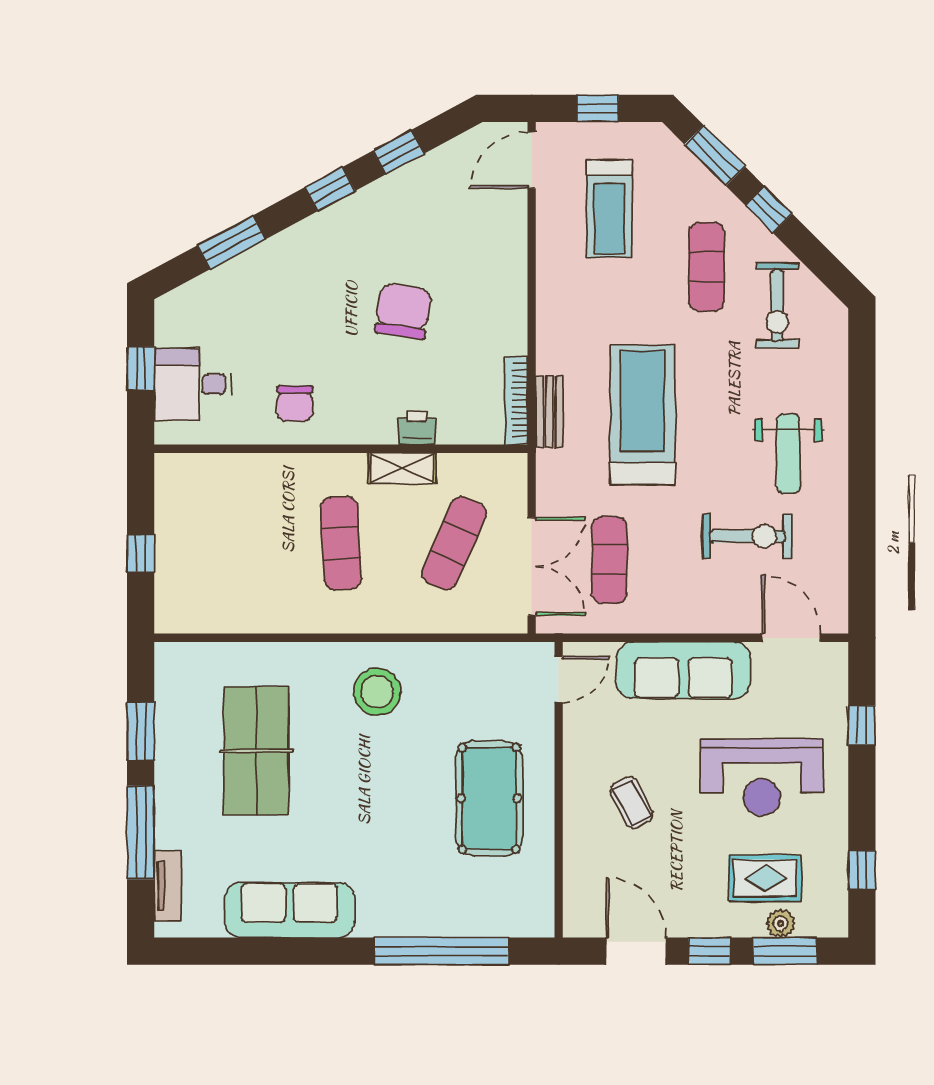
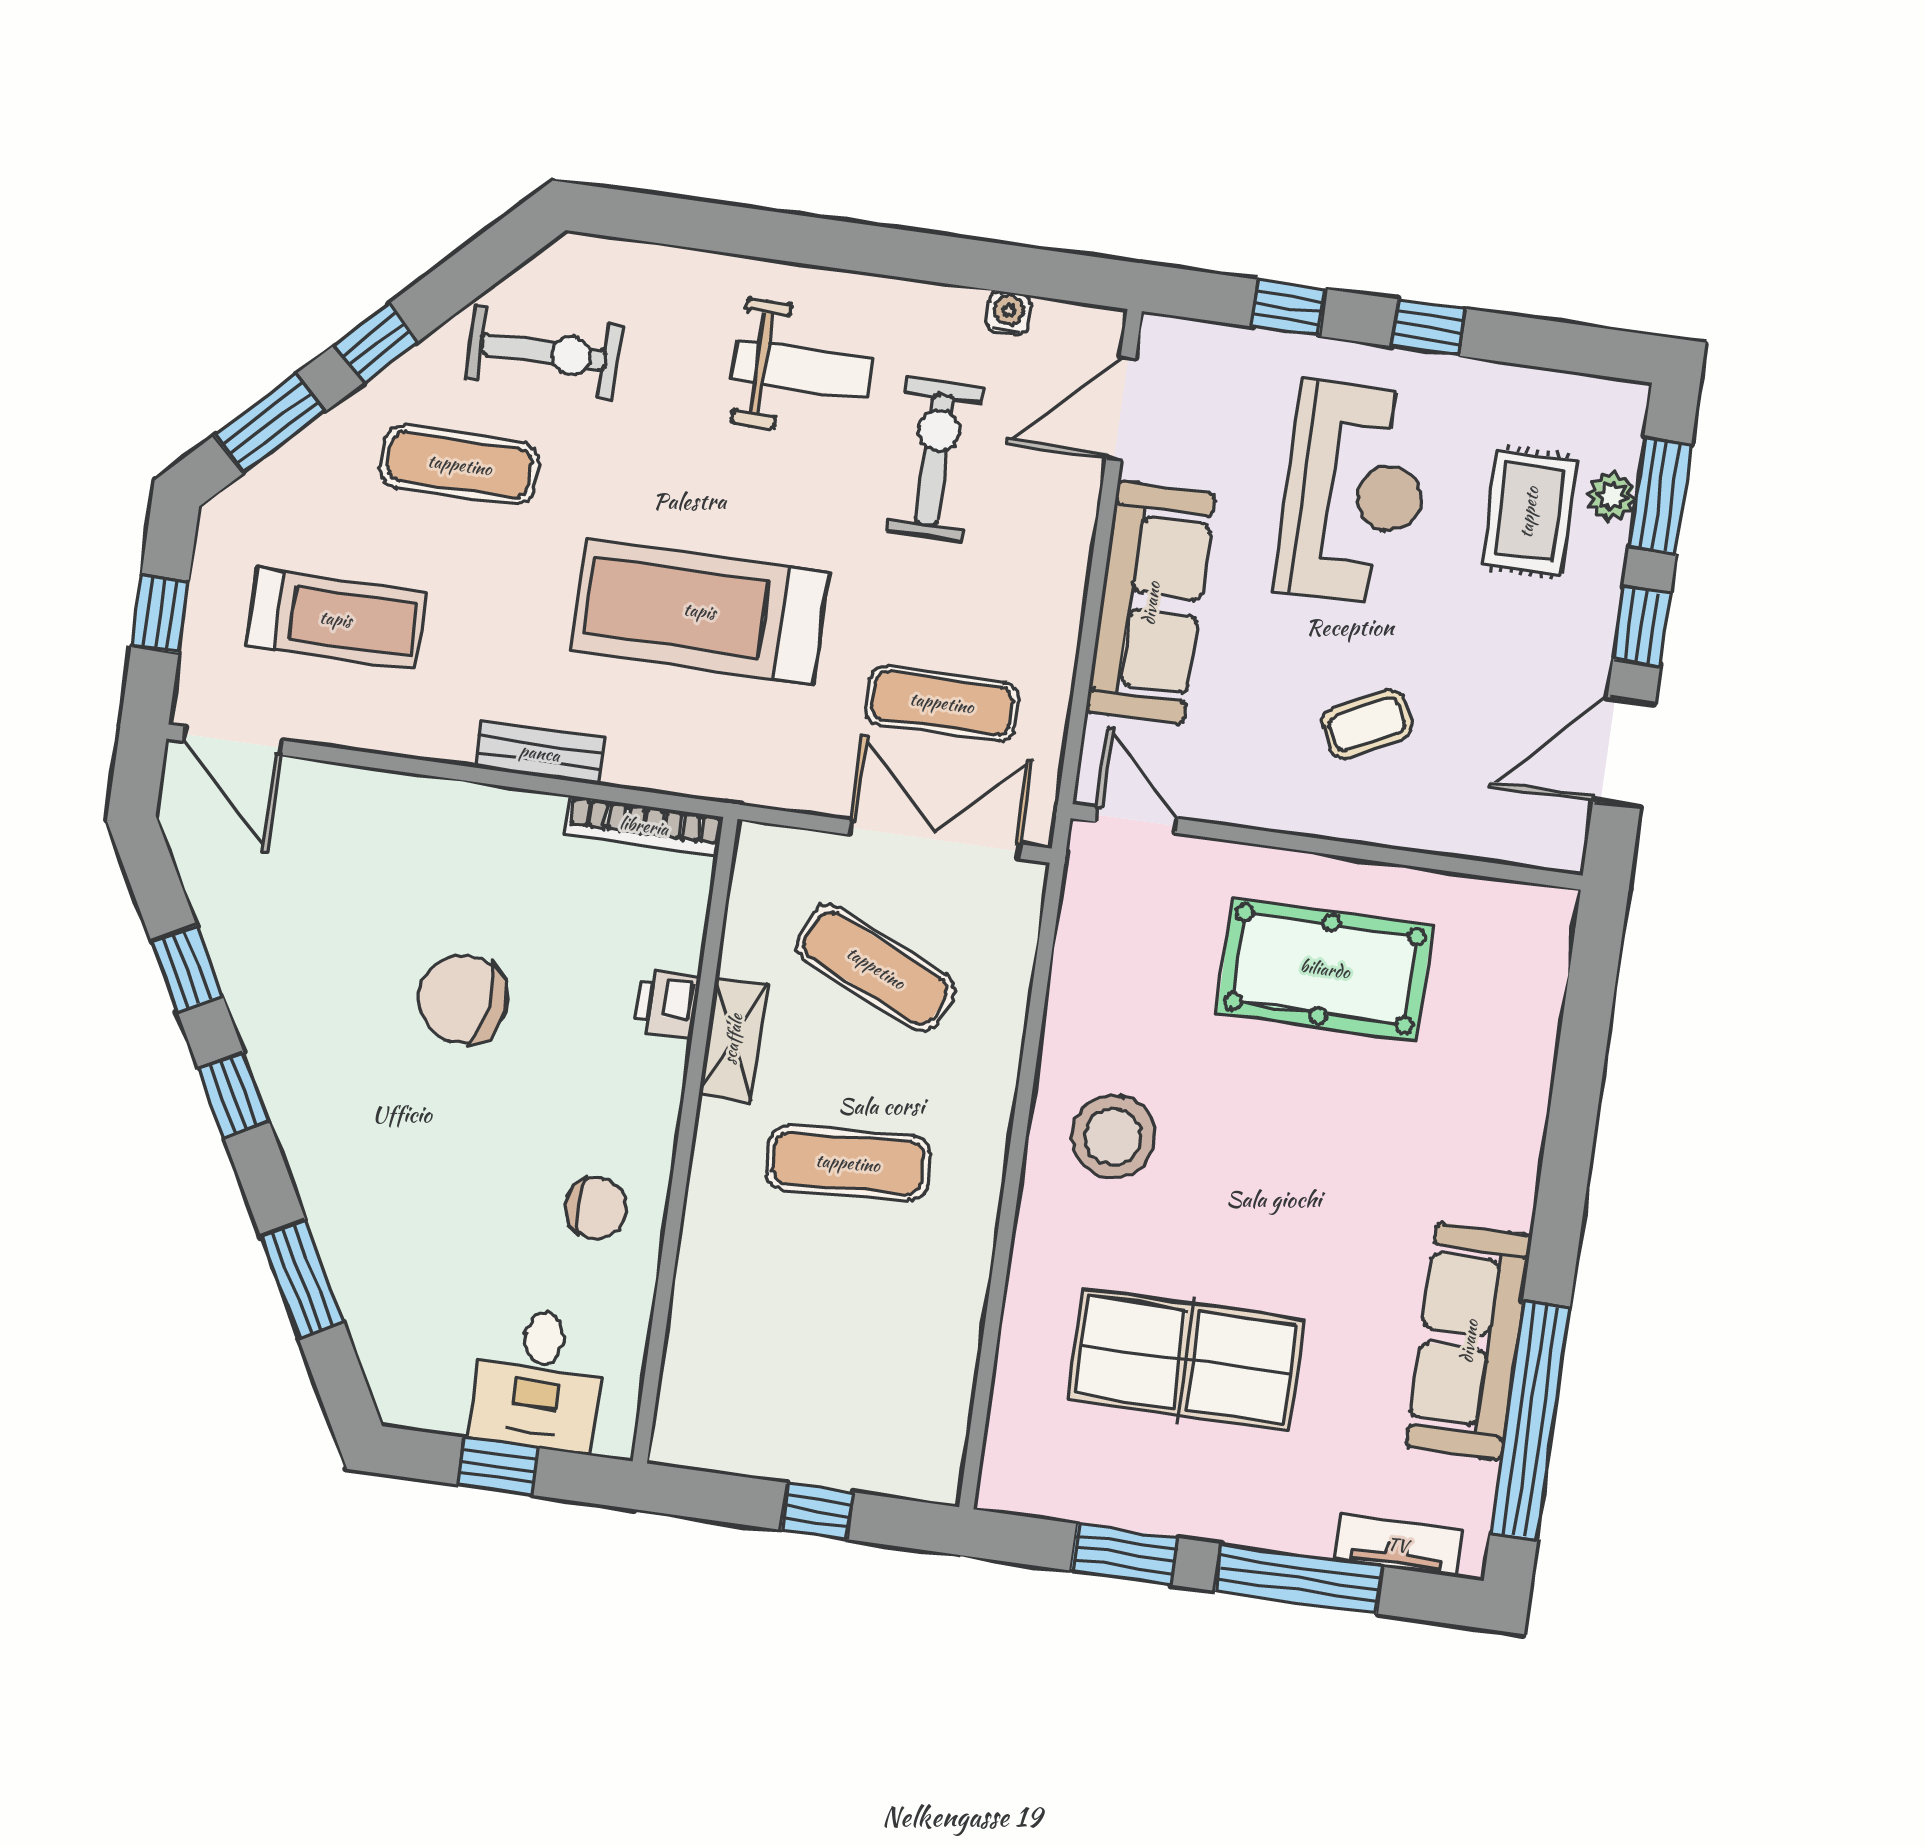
bench: (549, 412) -> (540, 753), moved
water cooler: (836, 567) -> (1009, 313), added
window: (862, 870) -> (1429, 328), moved
window: (442, 951) -> (1530, 1420), moved

